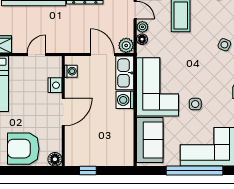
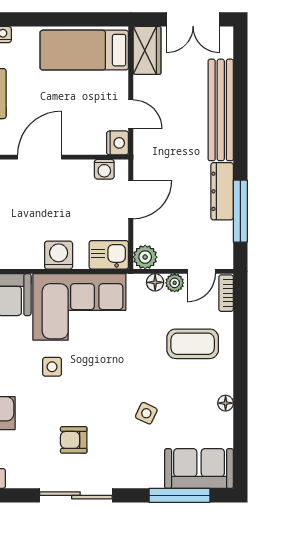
door: (102, 55) -> (131, 200), moved
kitchen sink: (125, 73) -> (109, 255), width x0.73
nightstand: (55, 85) -> (117, 143), moved, turned -90
door: (63, 112) -> (39, 157), swing flipped

